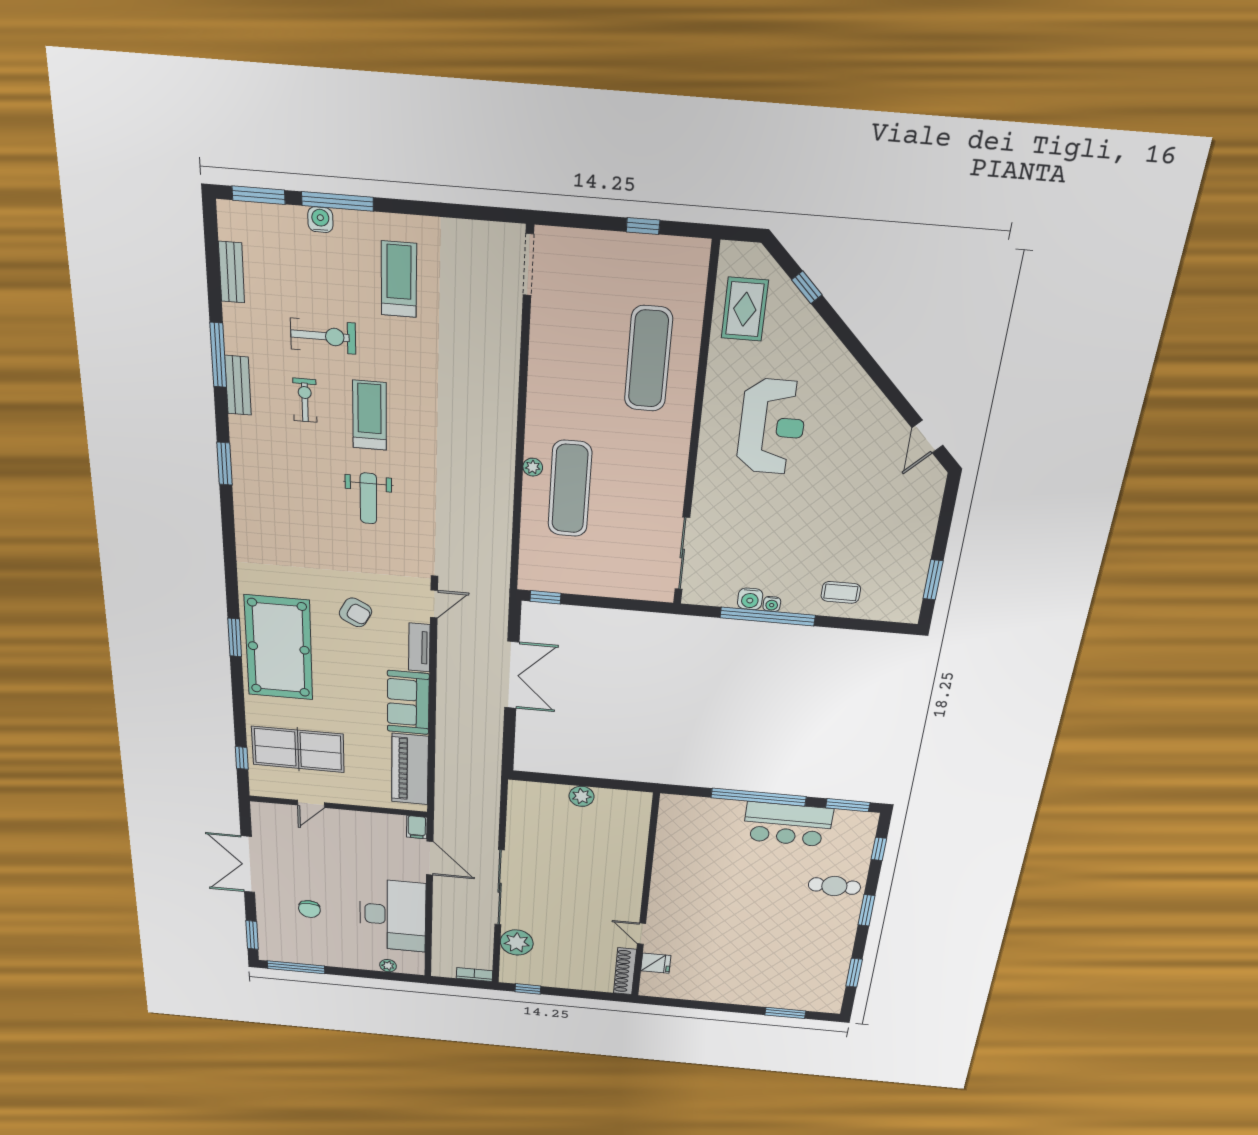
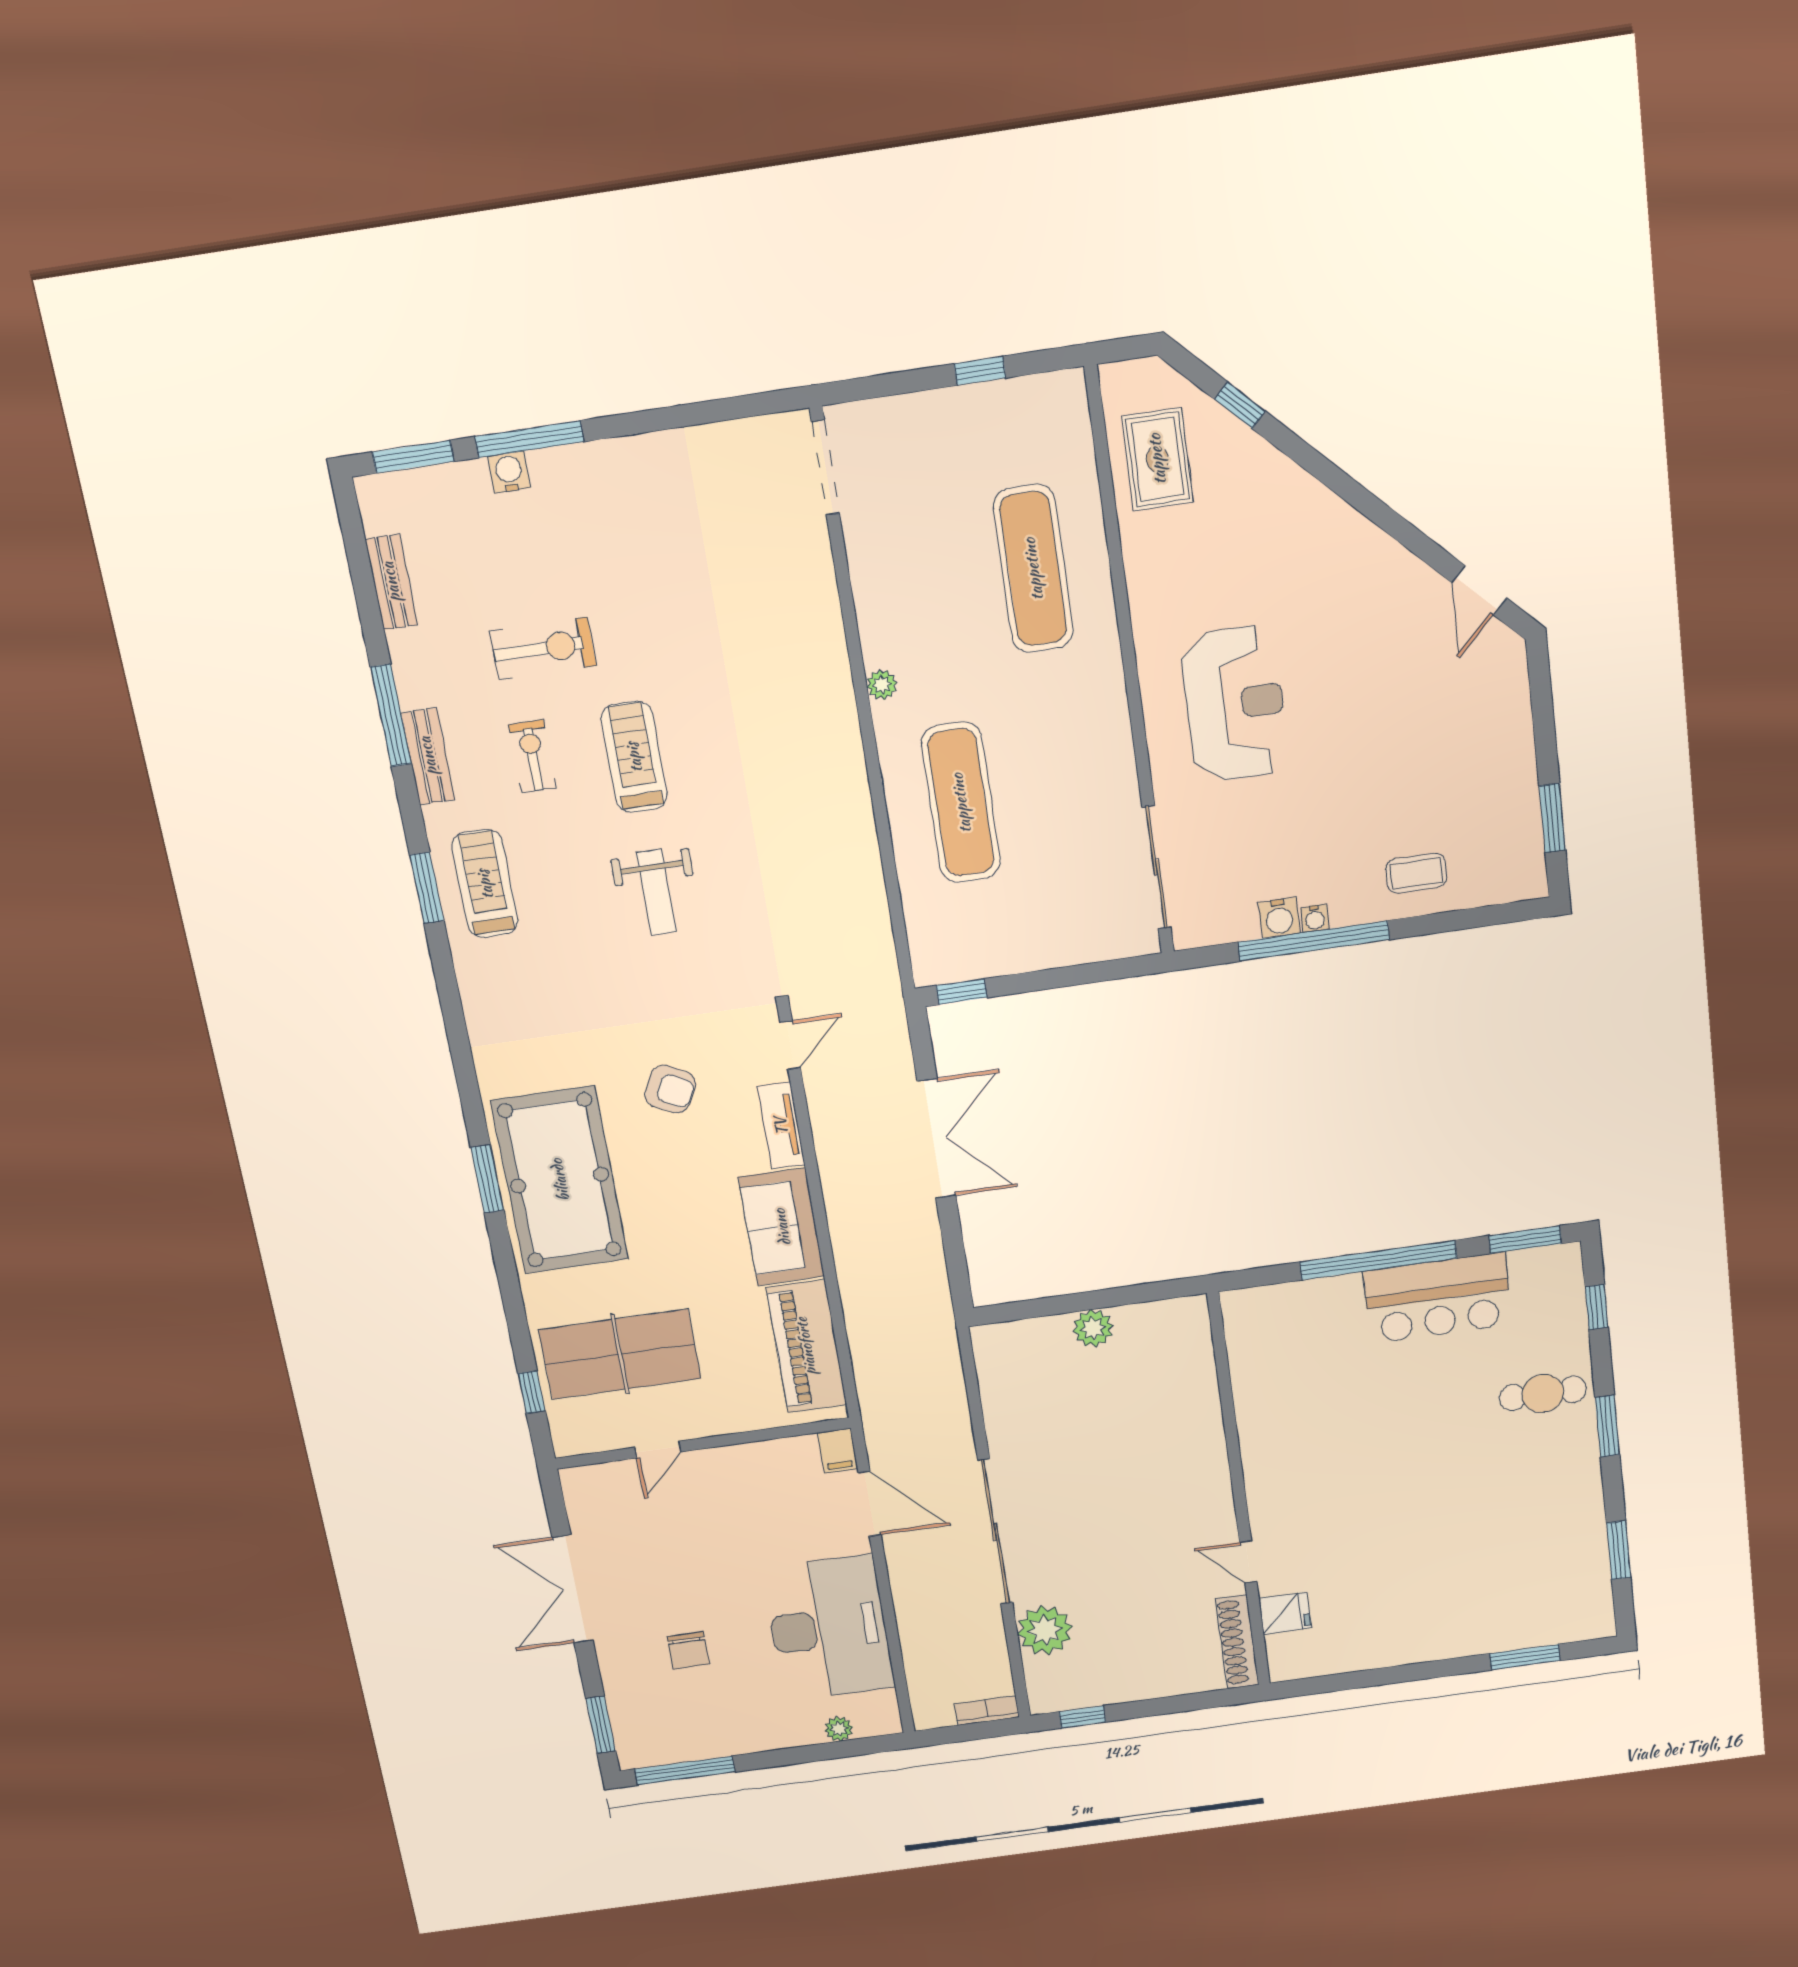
treadmill: (399, 279) -> (485, 884), moved
reception desk: (772, 427) -> (1235, 704), moved
plant: (533, 467) -> (882, 685), moved

